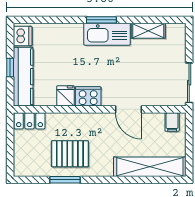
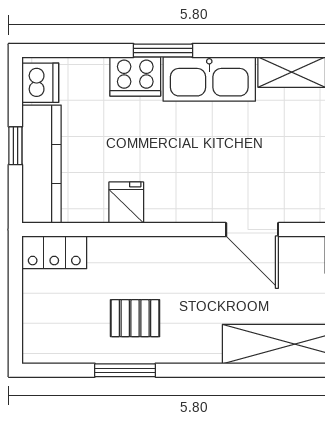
window: (101, 20) -> (163, 51), moved
cooker: (88, 96) -> (135, 76), moved, turned 180
pallet: (70, 154) -> (135, 318), width x0.67, depth x0.71

